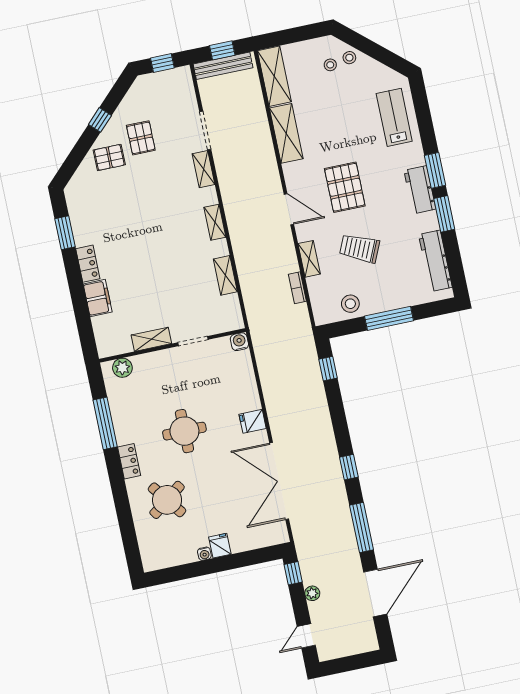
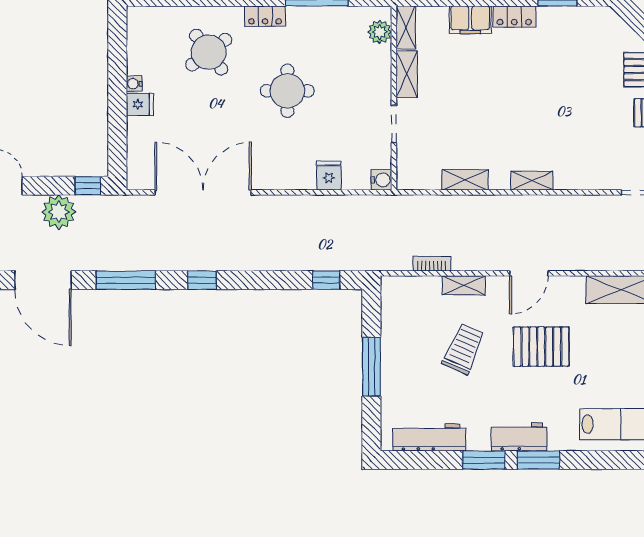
shelving: (204, 169) -> (406, 27), moved, turned 90
stool: (350, 304) -> (399, 324), removed
fridge: (253, 421) -> (329, 176), moved
plant: (312, 593) -> (59, 212), width x1.87, depth x1.87

